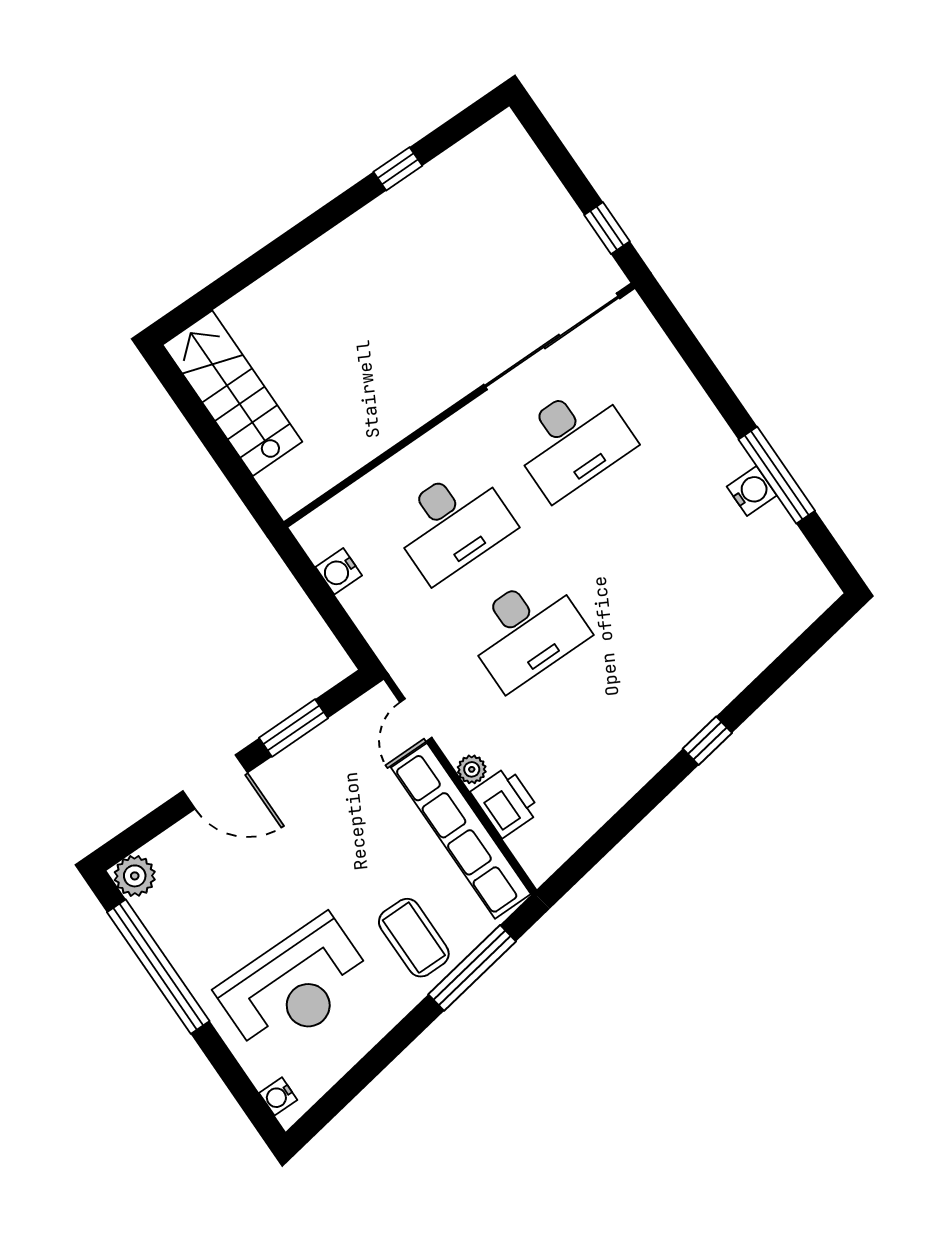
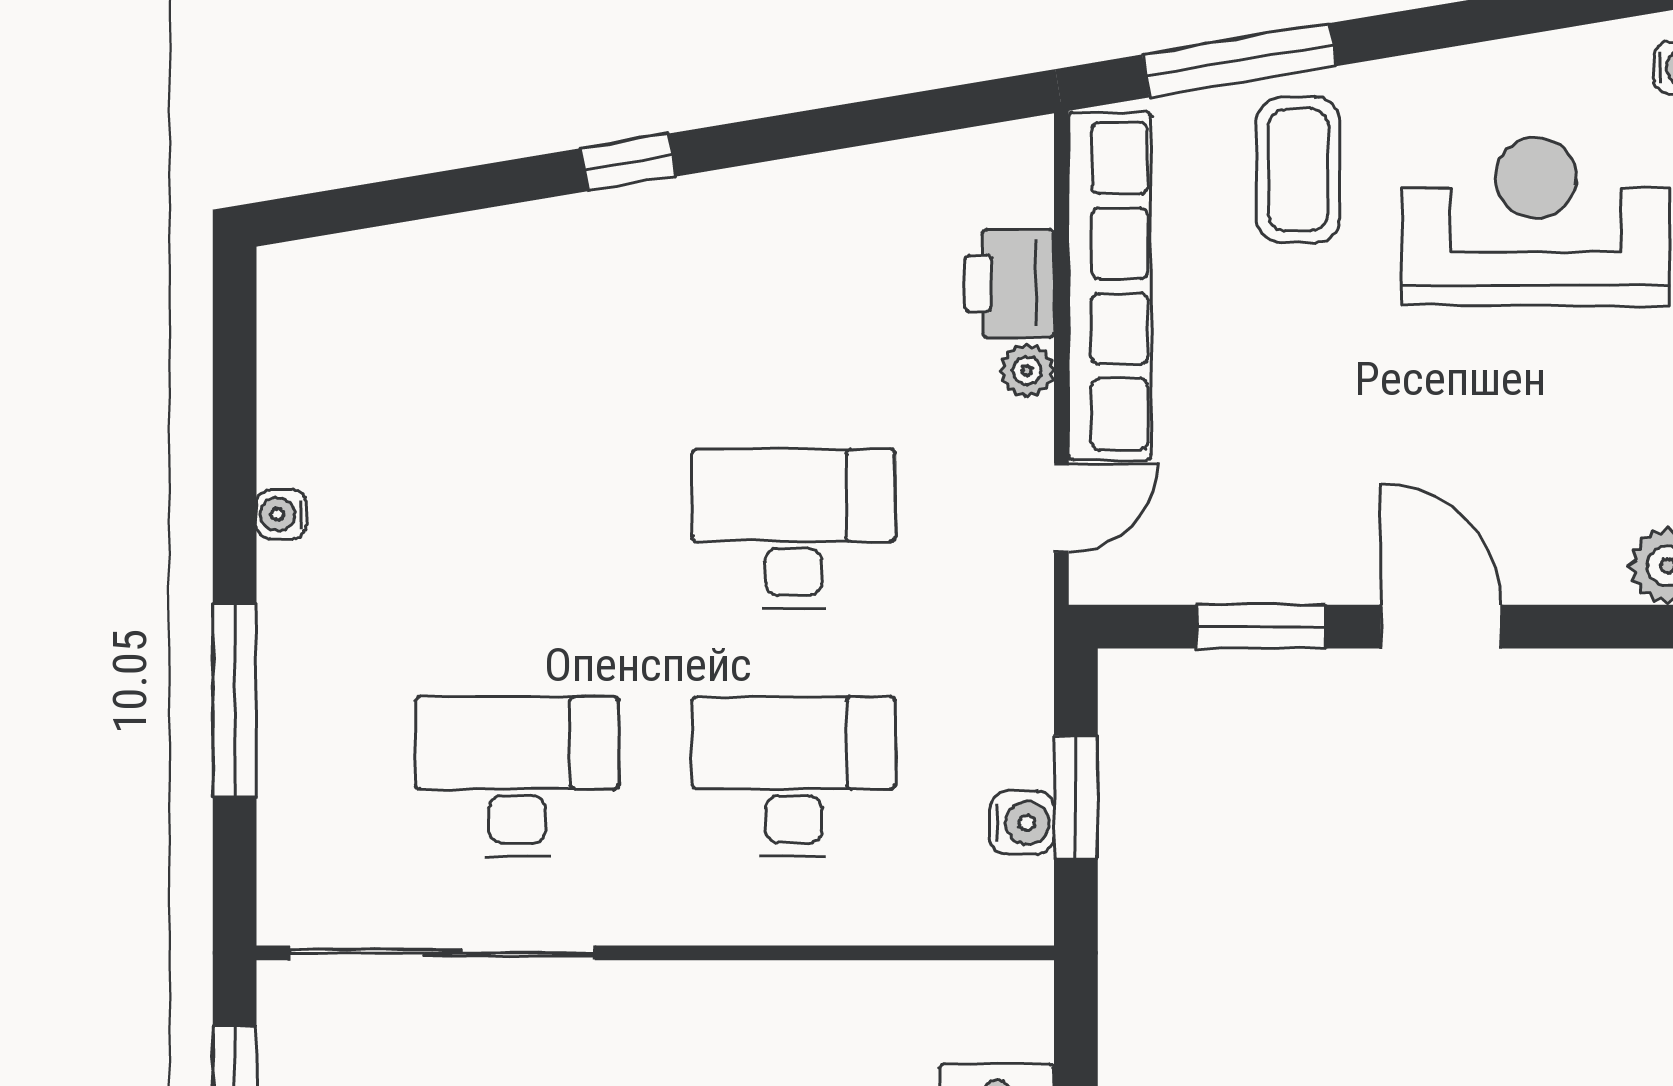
window: (777, 475) -> (235, 700), moved
water cooler: (752, 491) -> (281, 514), width x0.72, depth x0.72
window: (323, 598) -> (1076, 797), added

